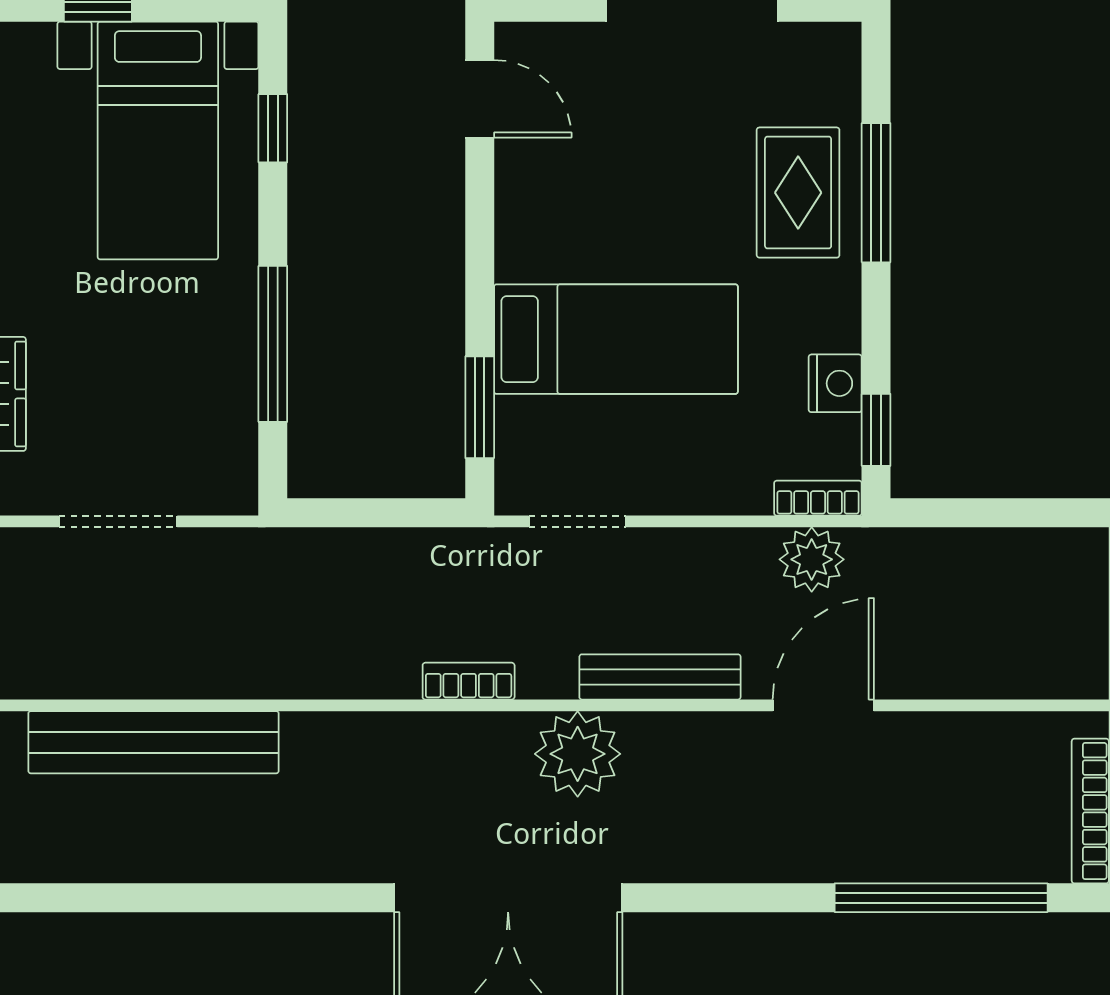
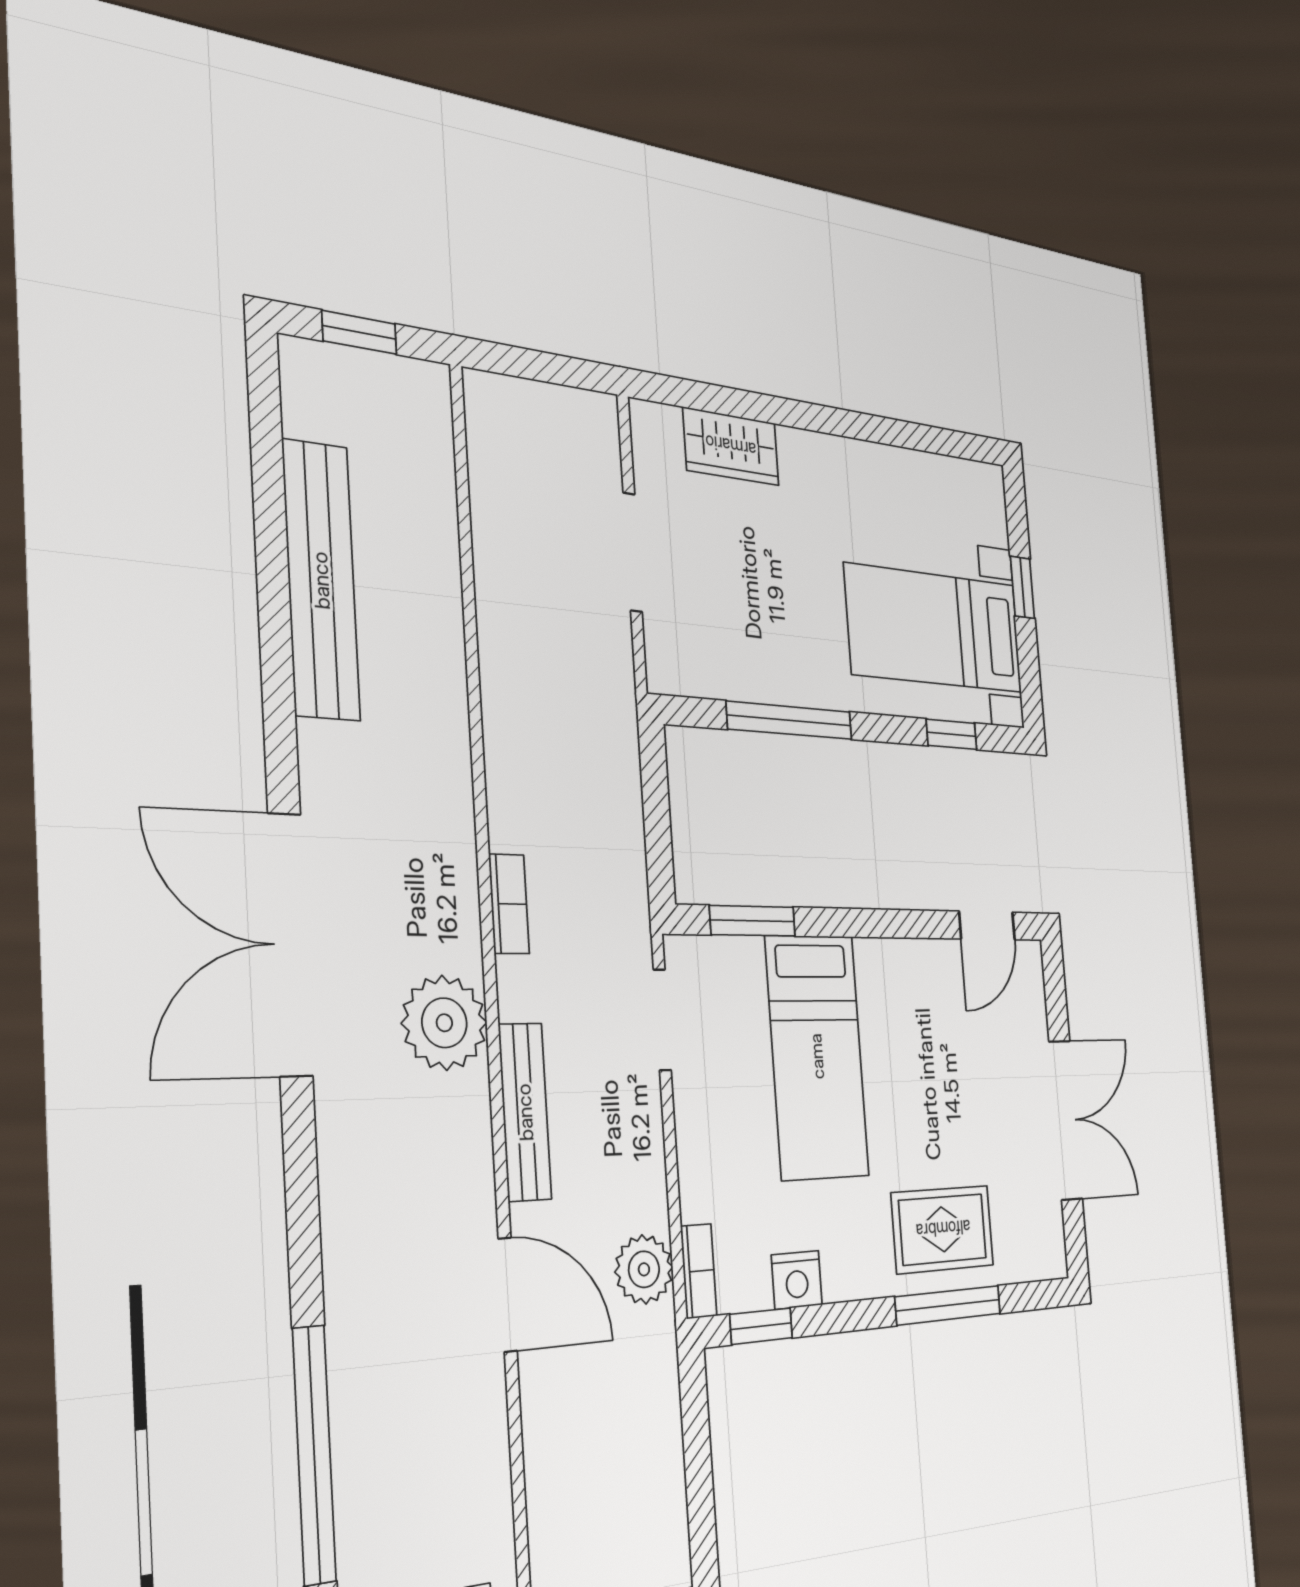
bench: (153, 742) -> (321, 580), moved

